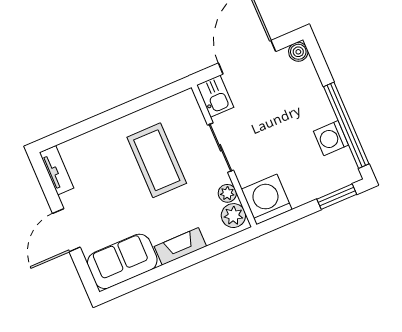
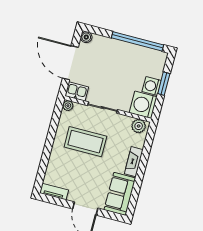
washing machine: (331, 138) -> (152, 86), moved, turned 90
plant: (227, 193) -> (68, 106), moved
window: (337, 197) -> (164, 84), moved

